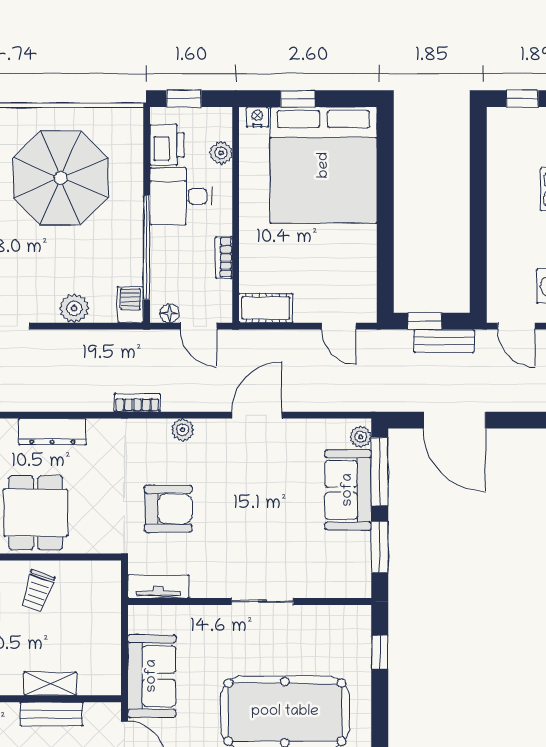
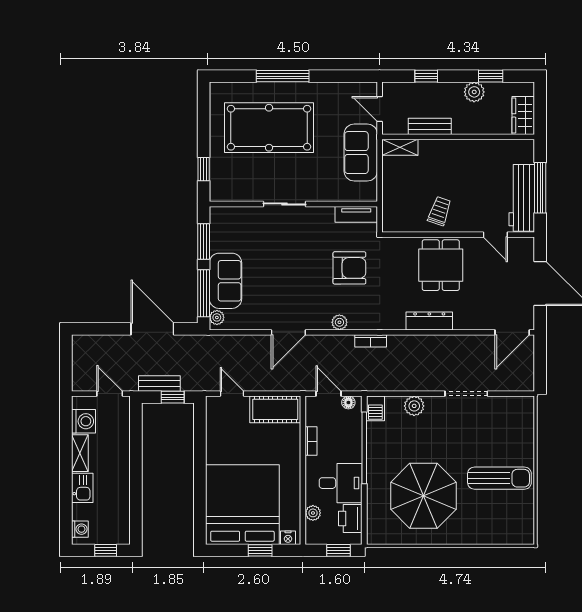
cot: (266, 308) -> (275, 409), width x1.37, depth x1.34
armchair: (168, 509) -> (349, 268), turned 180
shelving: (50, 684) -> (400, 147), moved

